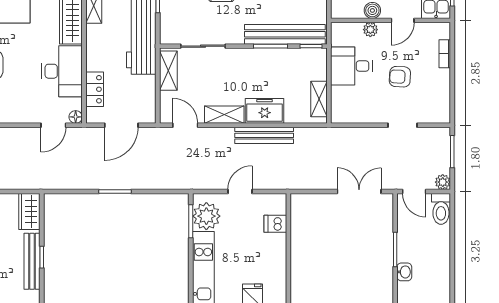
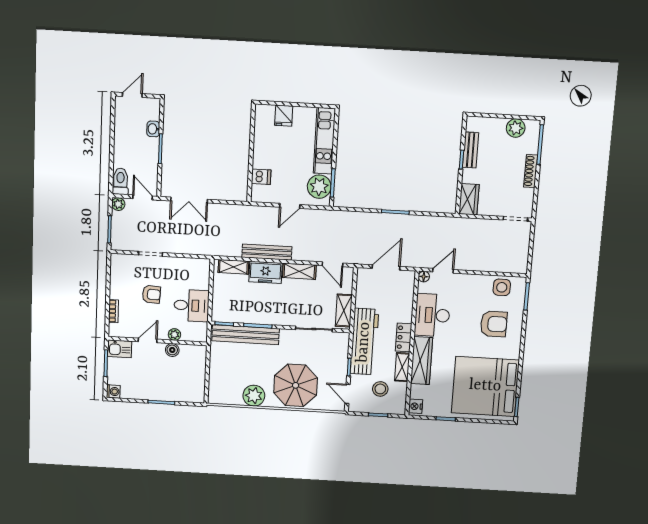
locker: (95, 89) -> (404, 337), moved
shelving: (319, 99) -> (233, 267), moved, turned 90
bench: (32, 261) -> (471, 150), width x0.73

